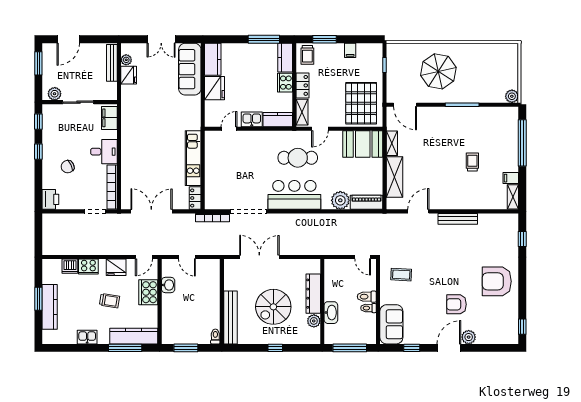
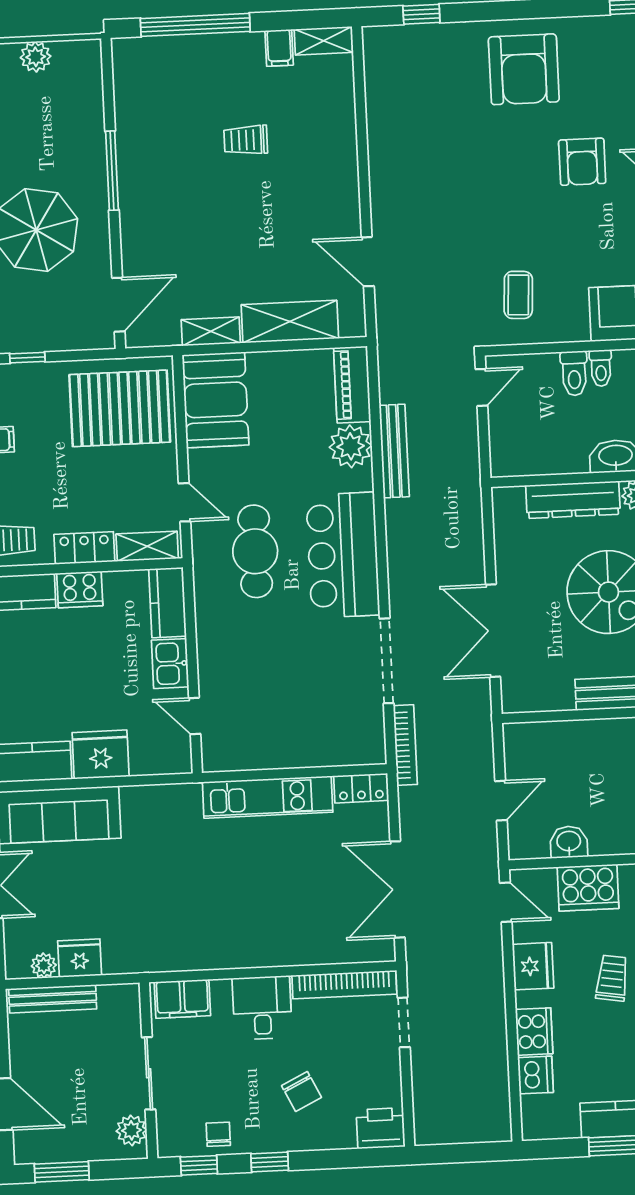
plant: (512, 96) -> (36, 57), moved
chair: (51, 130) -> (218, 1134), added
bench: (458, 219) -> (394, 451), moved

